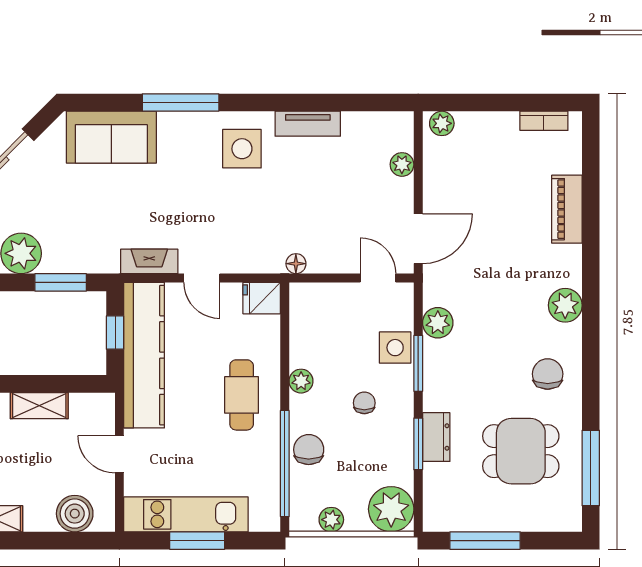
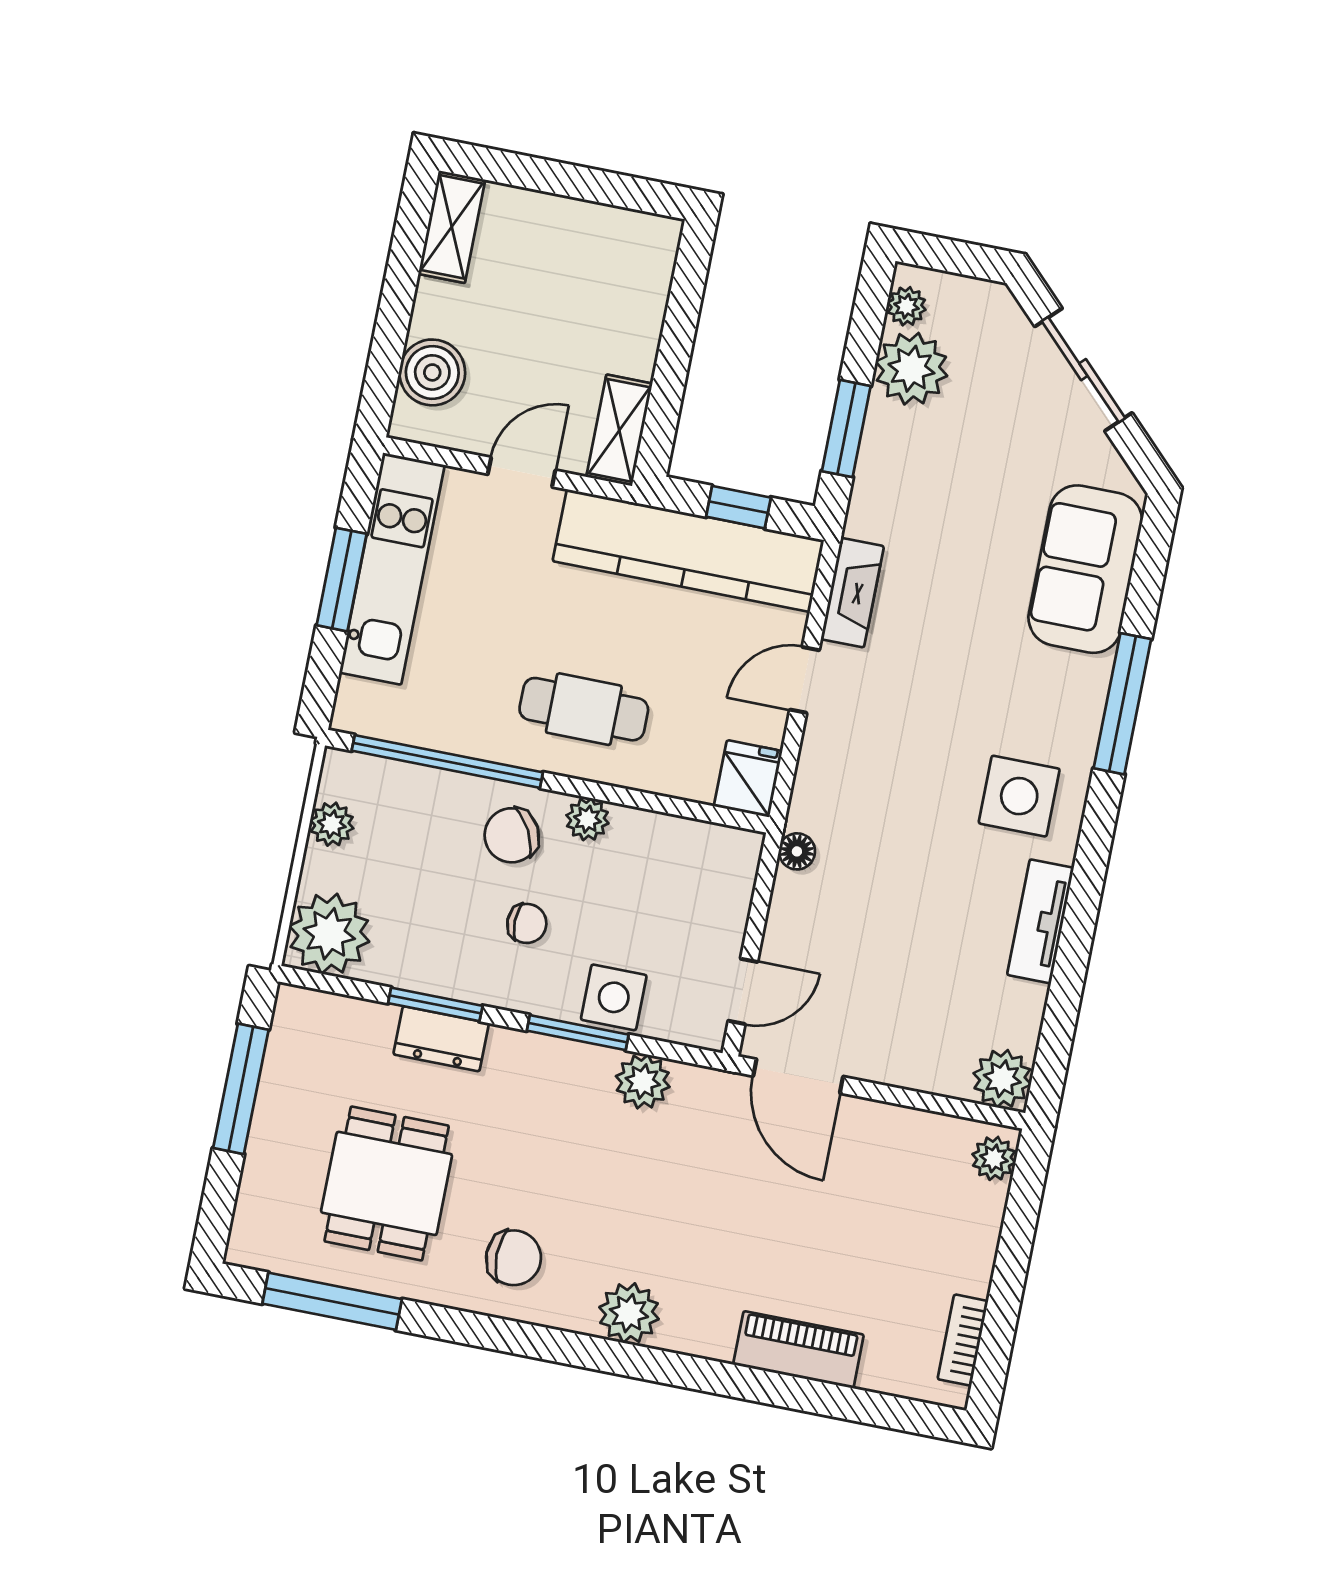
plant: (402, 164) -> (1002, 1079), moved, width x1.38, depth x1.38
shelving: (39, 406) -> (619, 430), moved
chair: (309, 450) -> (512, 835), moved, turned 152

